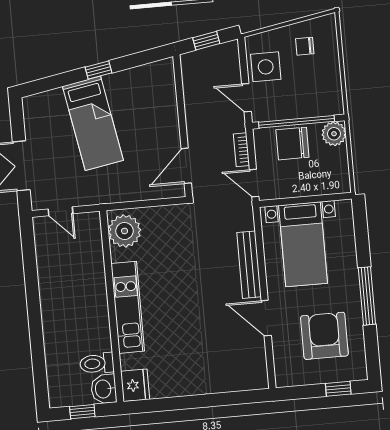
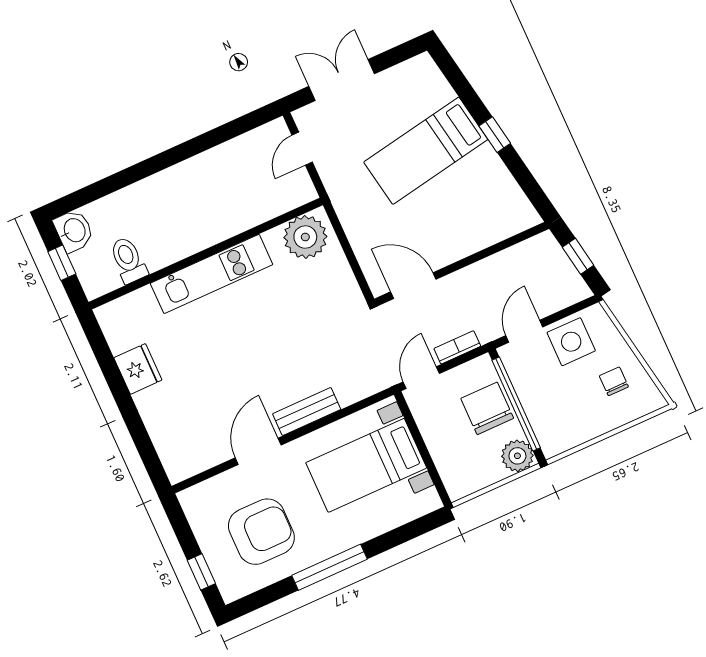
bench: (249, 265) -> (307, 412), width x0.73
fridge: (135, 385) -> (138, 369), moved, turned -90
washbasin: (104, 389) -> (74, 231), moved, turned 90

